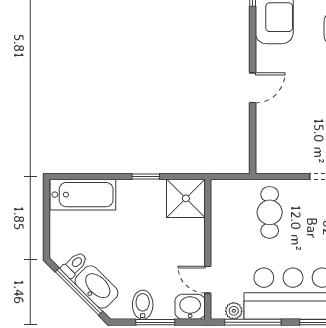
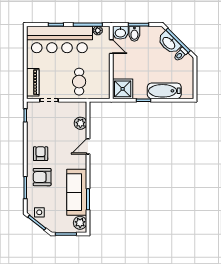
plant: (267, 132) -> (80, 123), added
bathtub: (83, 195) -> (164, 91), moved
bidet: (143, 305) -> (134, 34), moved

